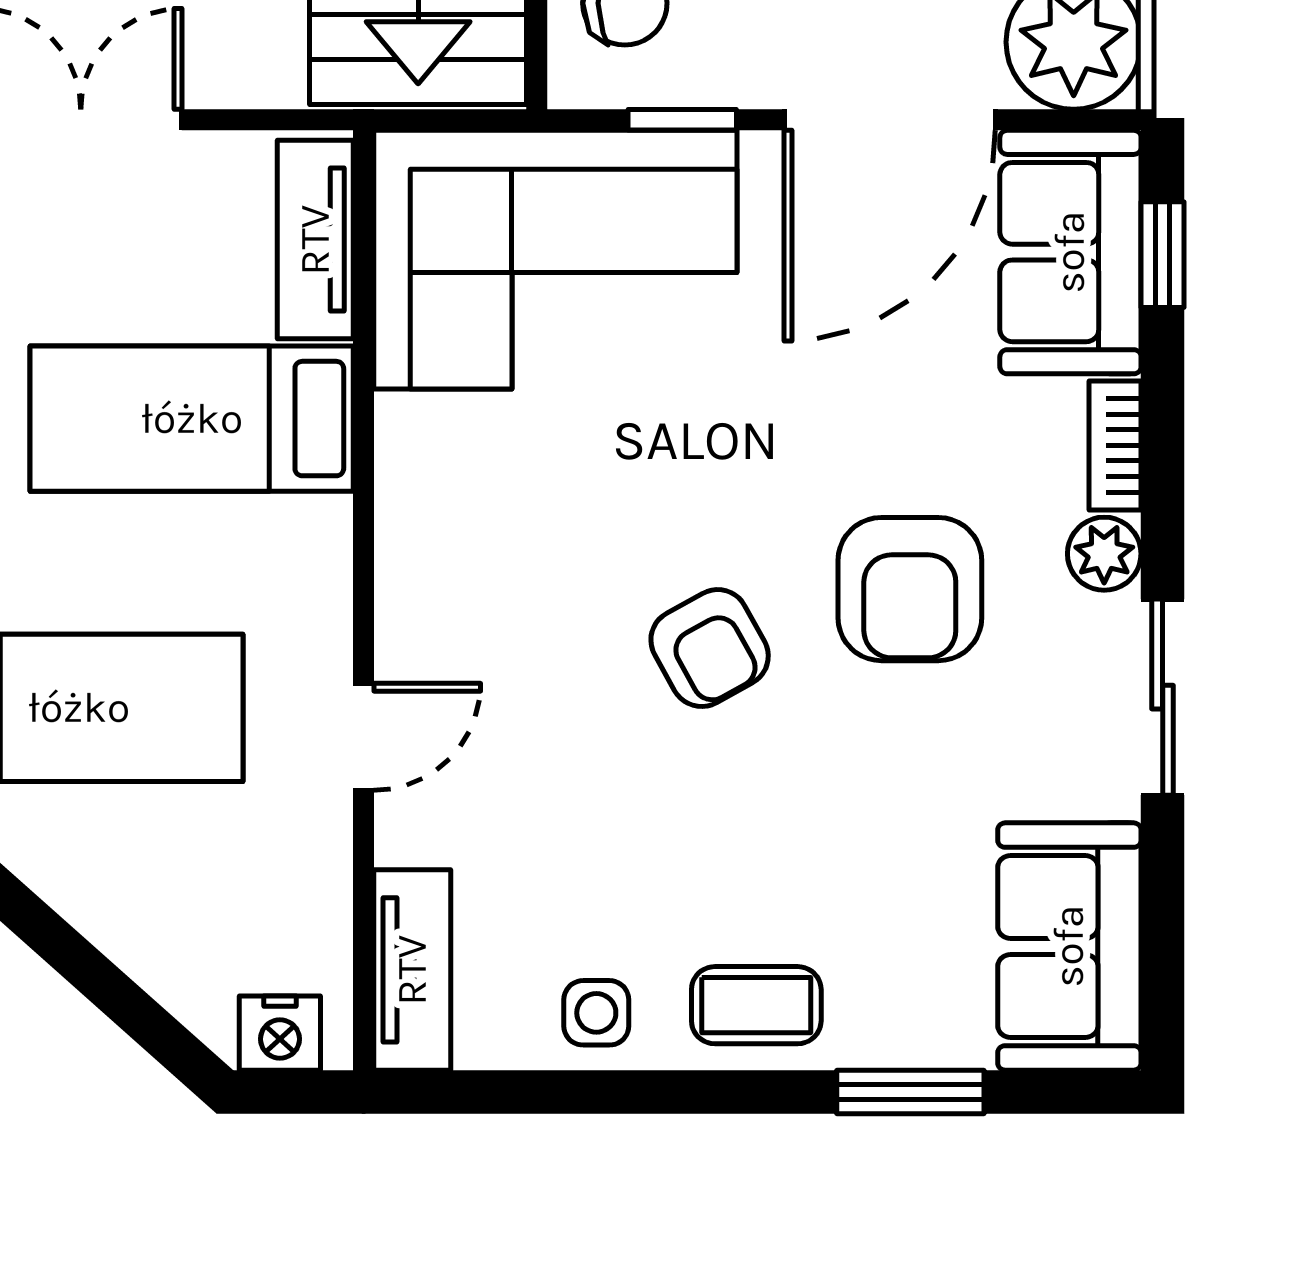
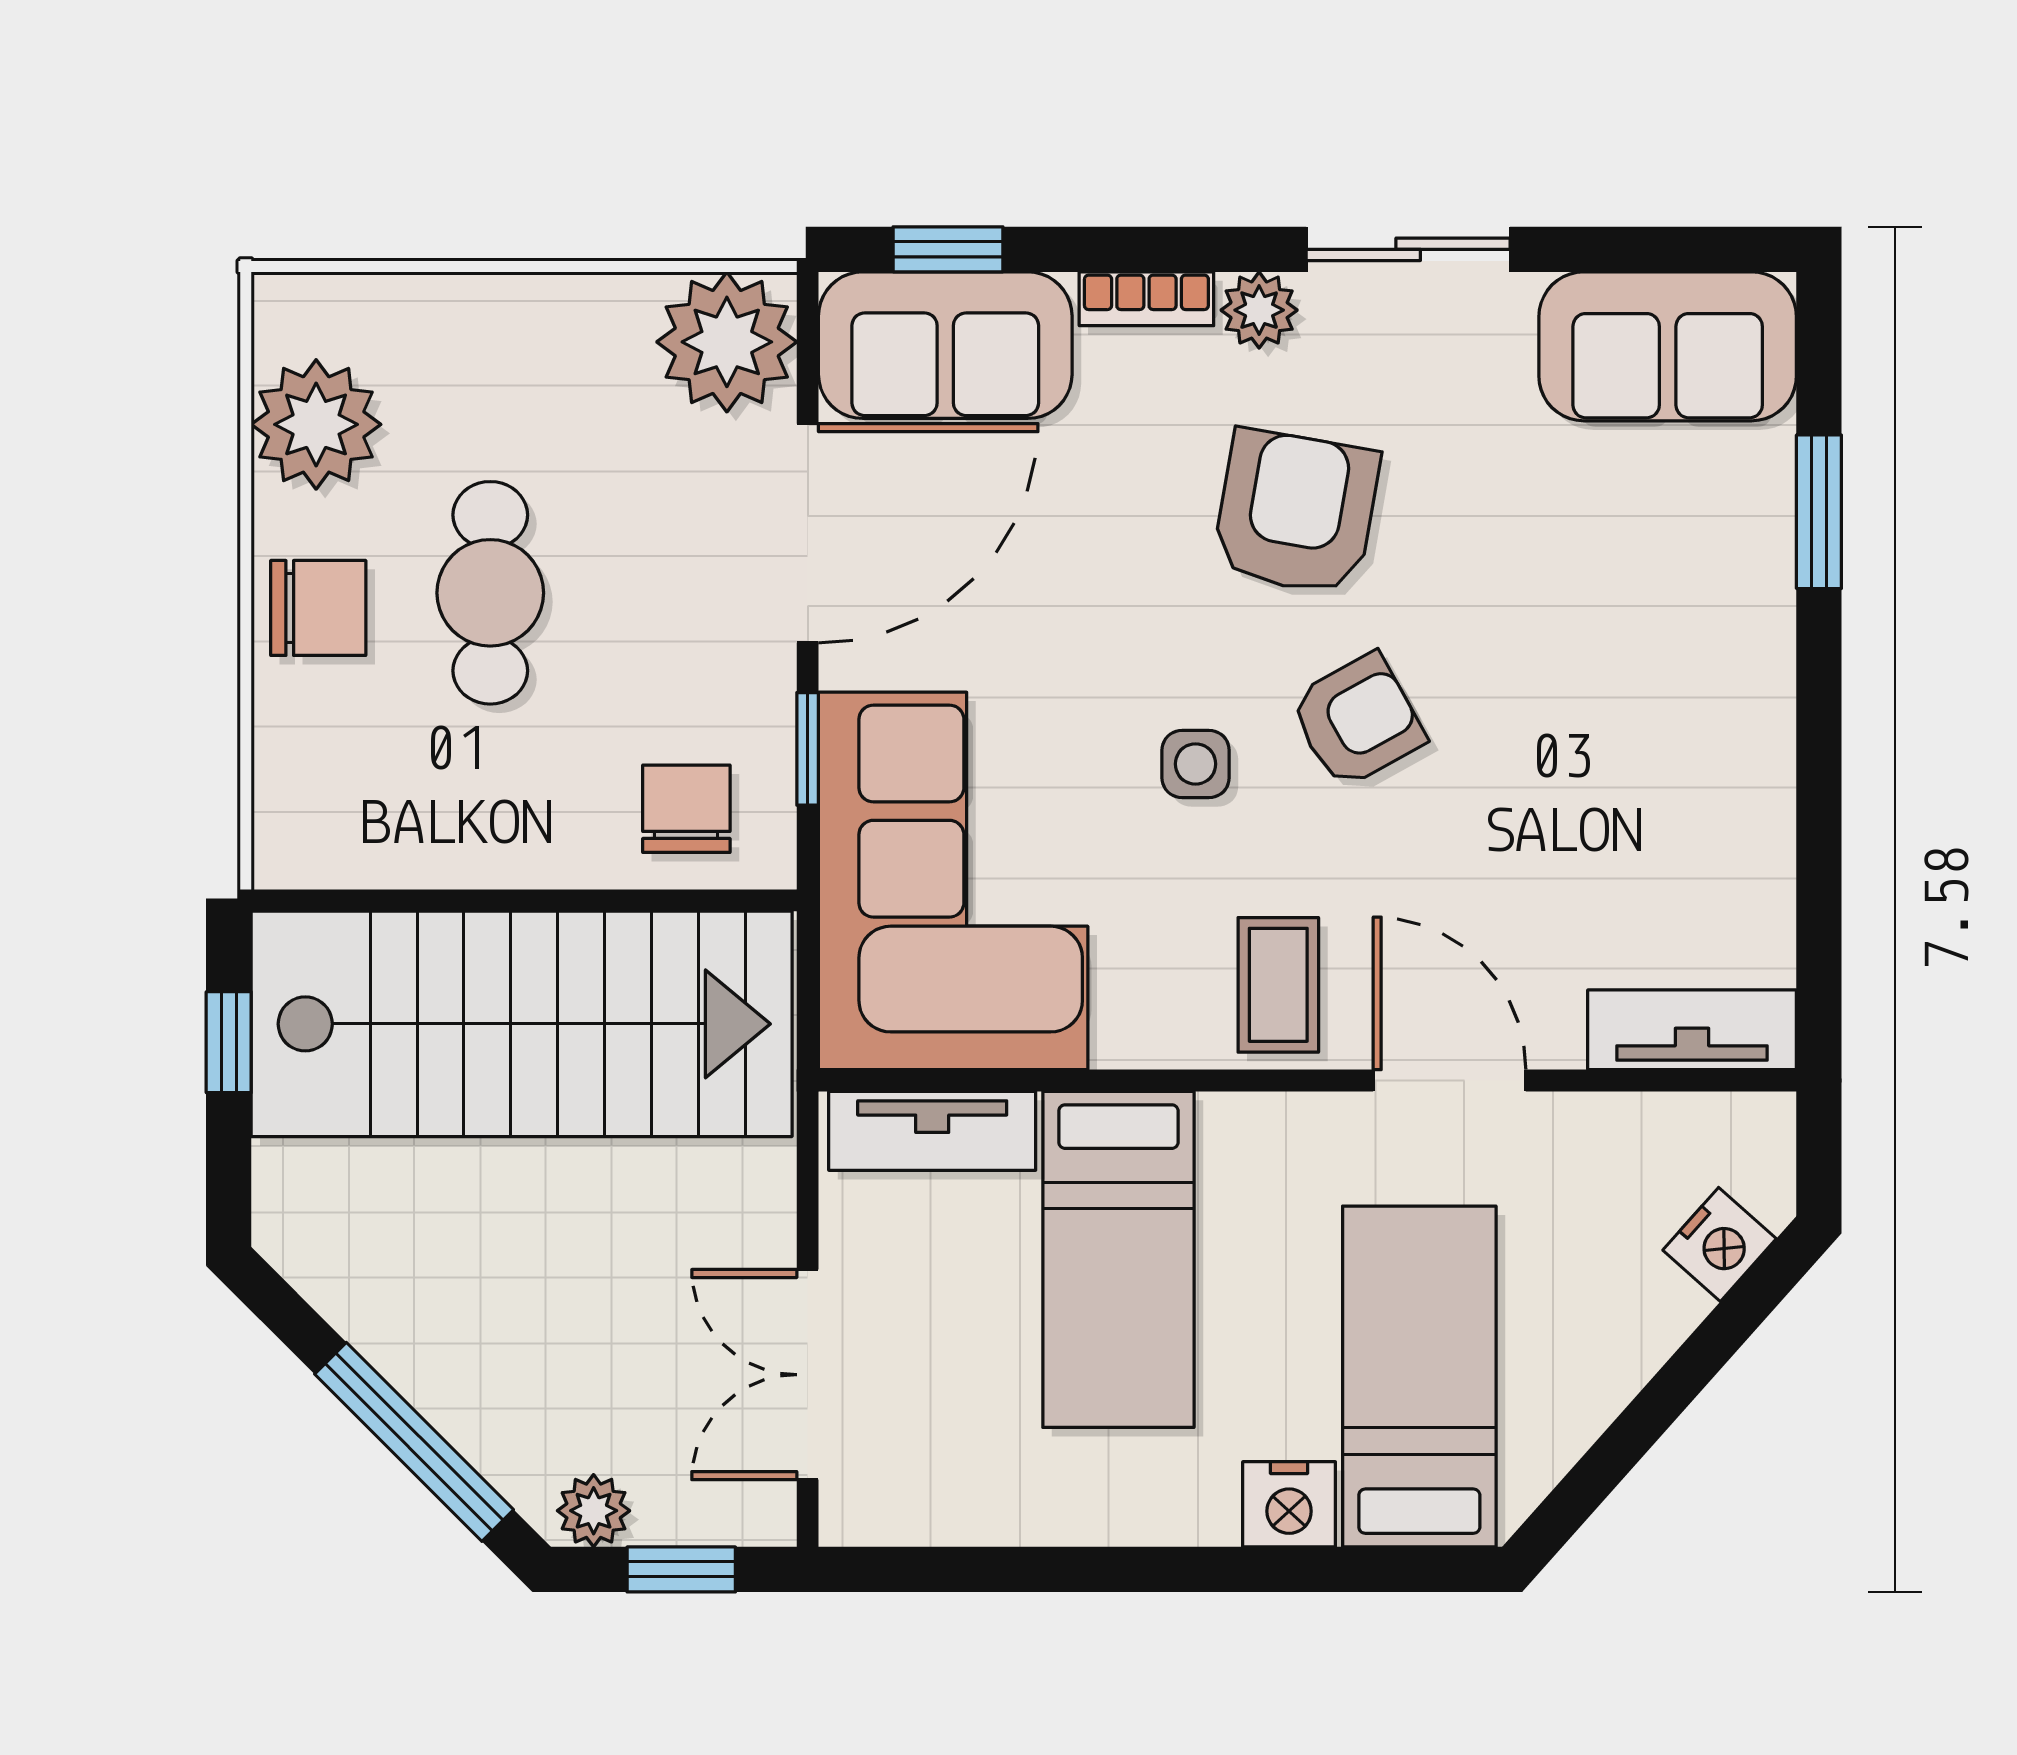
door: (890, 120) -> (808, 533), hinge flipped
armchair: (910, 589) -> (1296, 512), turned -80
door: (364, 737) -> (1449, 1081), width x1.38
coffee table: (756, 1005) -> (1278, 985), moved
side table: (596, 1013) -> (1196, 764), moved
nightstand: (280, 1033) -> (1720, 1244), moved, turned 42

